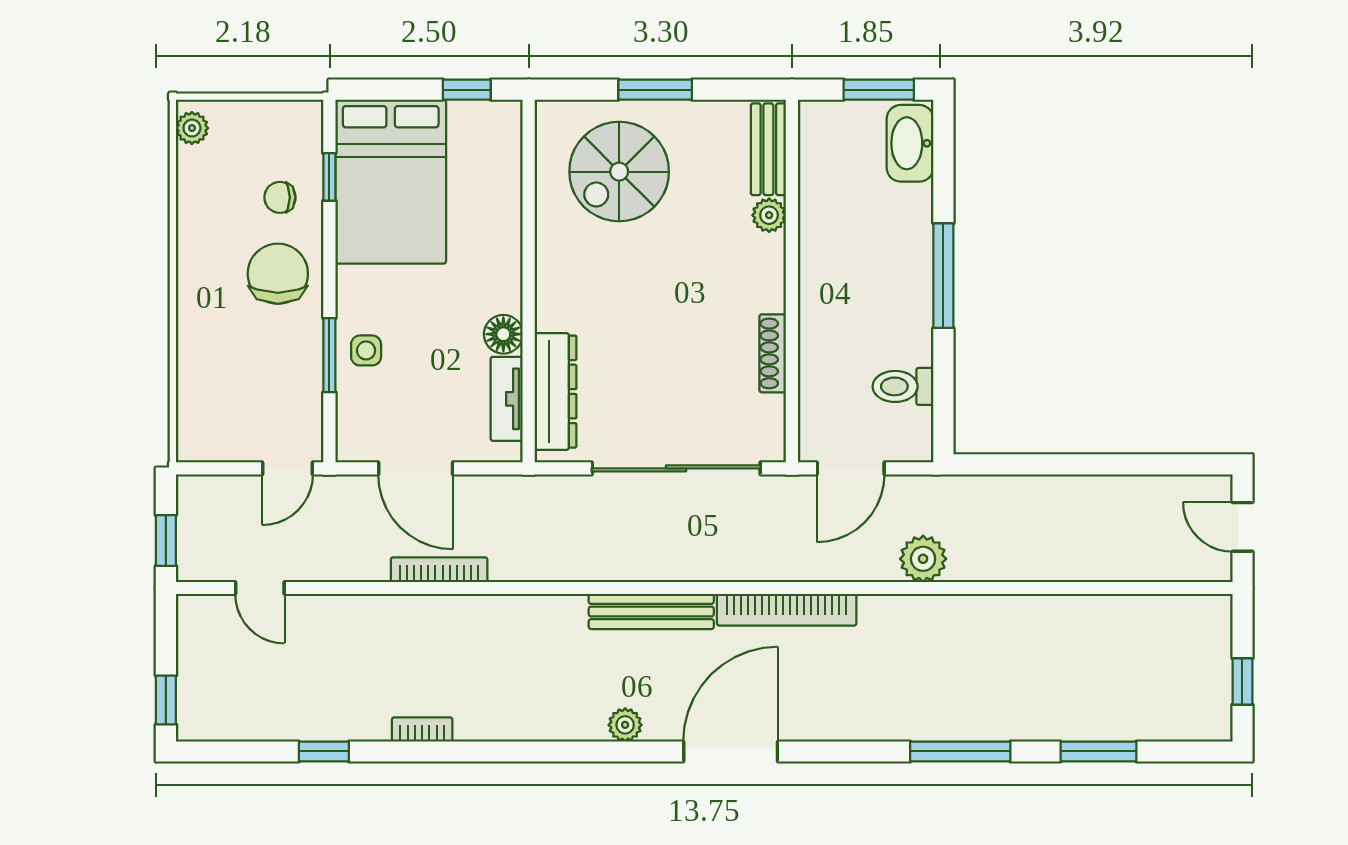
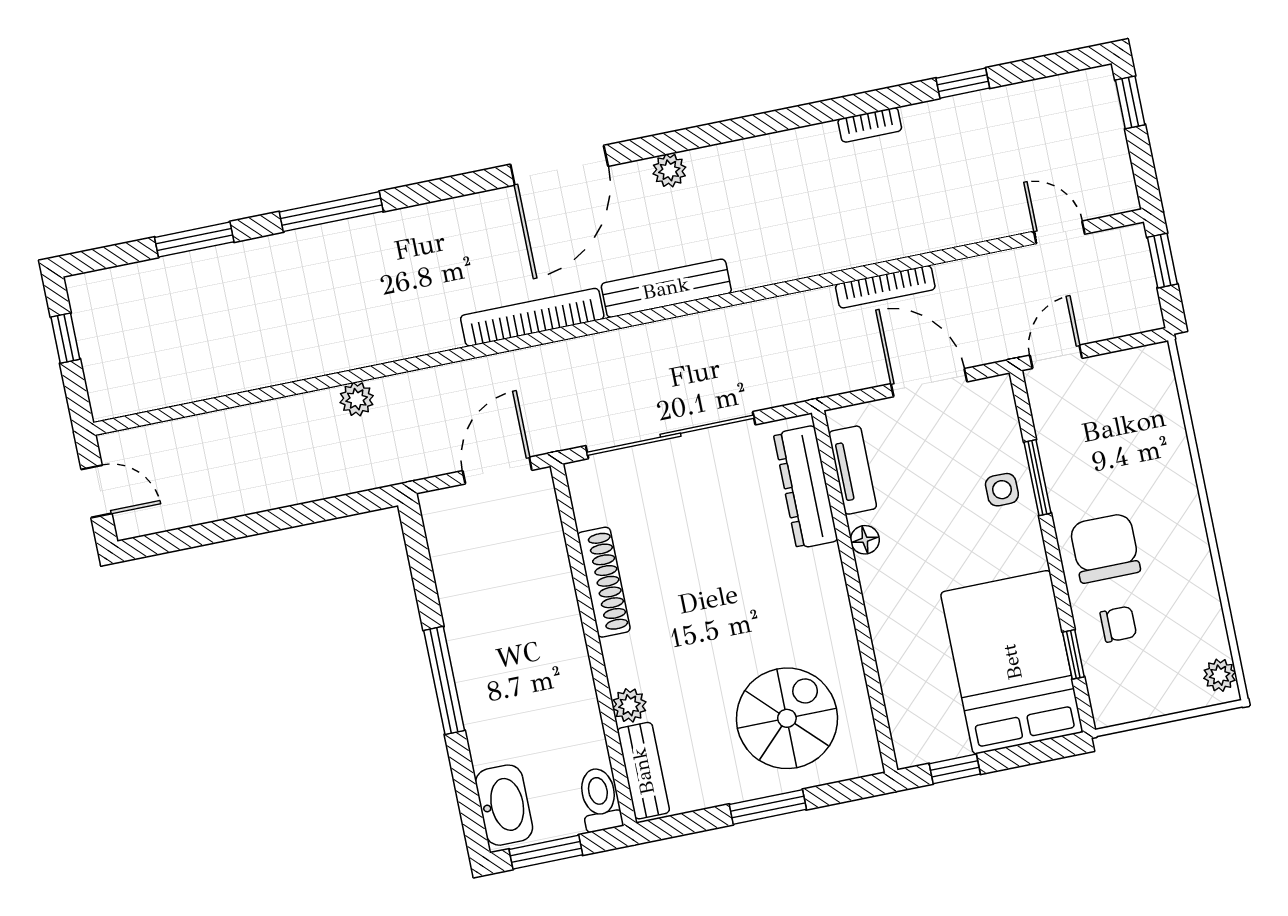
chair: (278, 274) -> (1105, 548), turned 180
floor lamp: (503, 334) -> (865, 540), width x0.73, depth x0.73
shoe rack: (773, 353) -> (604, 582), width x1.36, depth x1.24
toilet: (903, 386) -> (600, 799), moved, turned -90
plant: (923, 559) -> (357, 399), moved, width x0.73, depth x0.73

